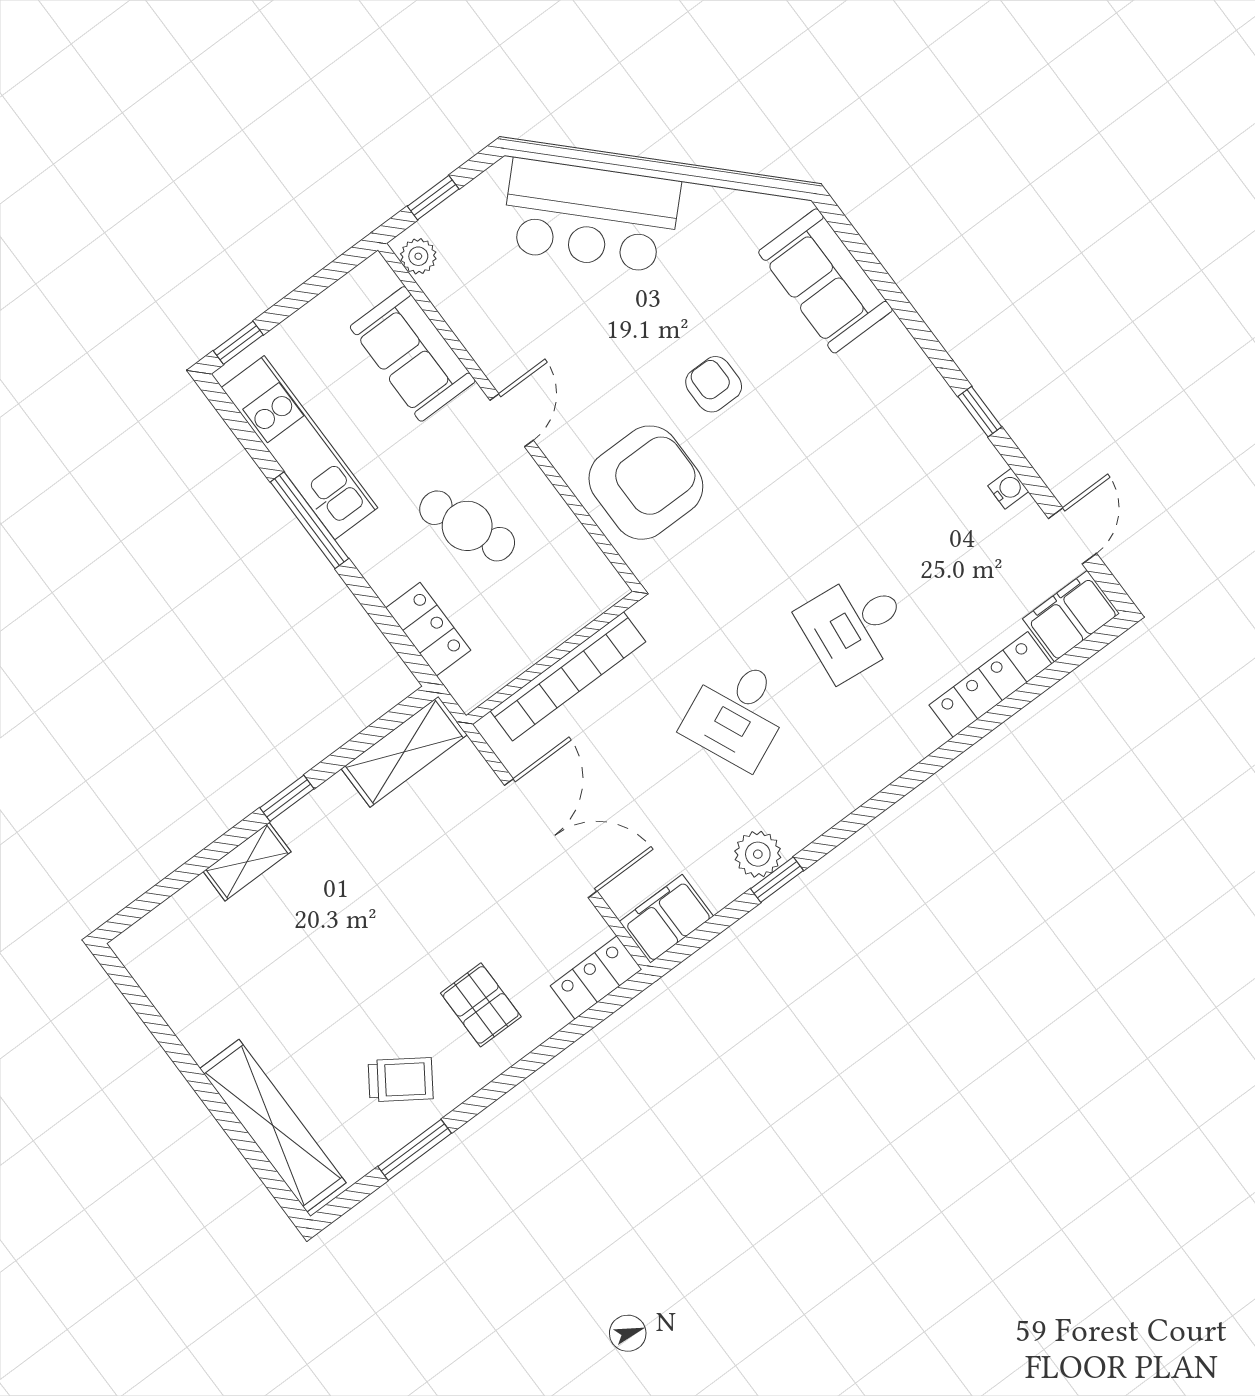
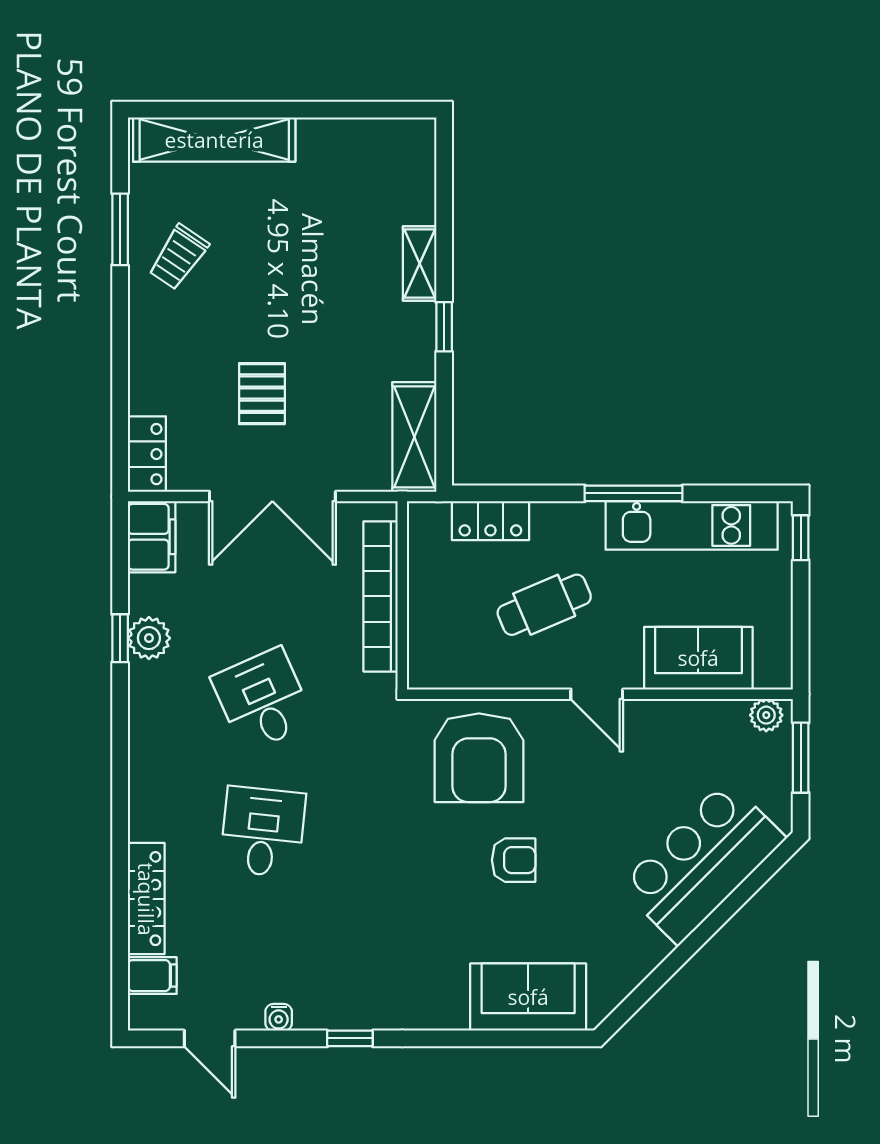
window: (433, 198) -> (801, 758), width x1.50
filing cabinet: (1071, 616) -> (152, 976), width x0.50
pallet: (481, 1005) -> (262, 394), moved, turned 90

